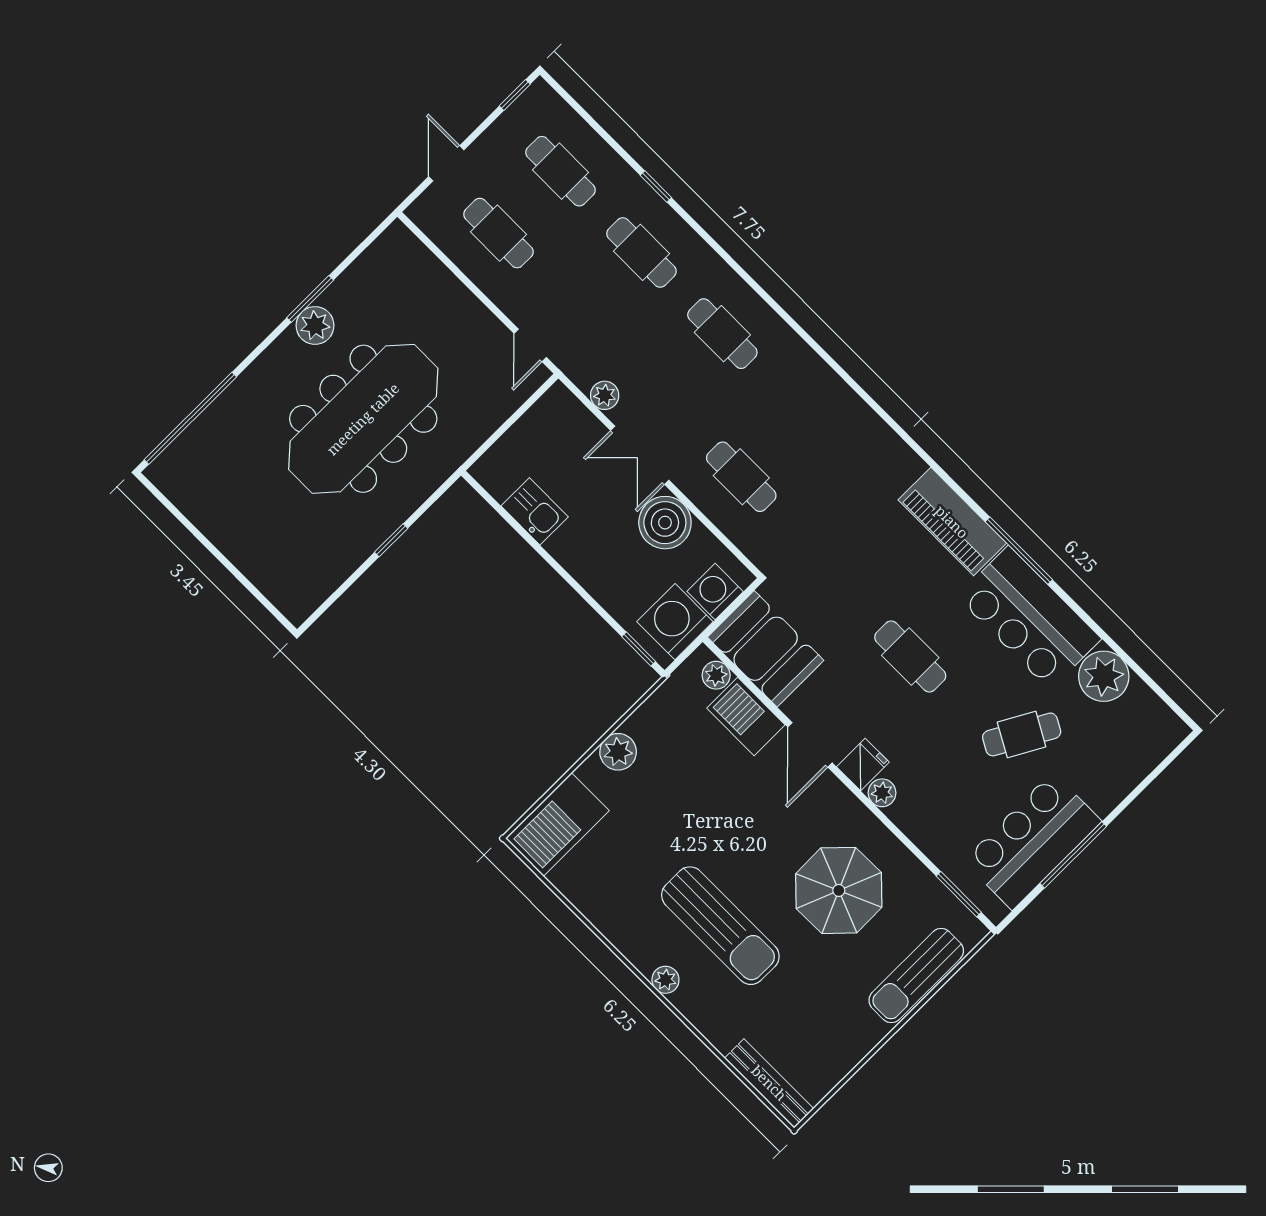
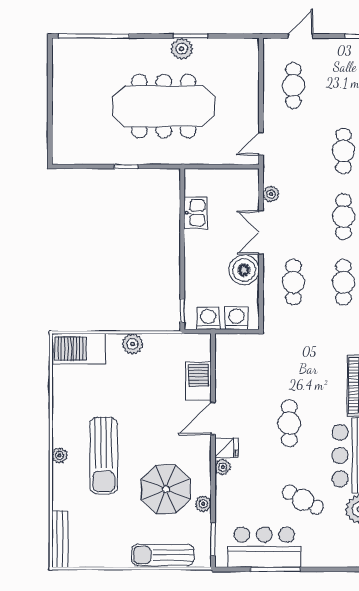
cafe table: (561, 171) -> (344, 282), moved
washing machine: (675, 622) -> (208, 318), width x0.73, depth x0.73
booth: (766, 649) -> (234, 362), removed
plant: (716, 675) -> (203, 504), moved

